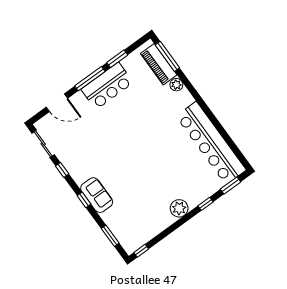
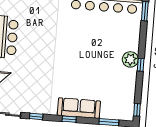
sofa: (97, 195) -> (79, 108), width x1.36
window: (206, 204) -> (141, 65), moved

